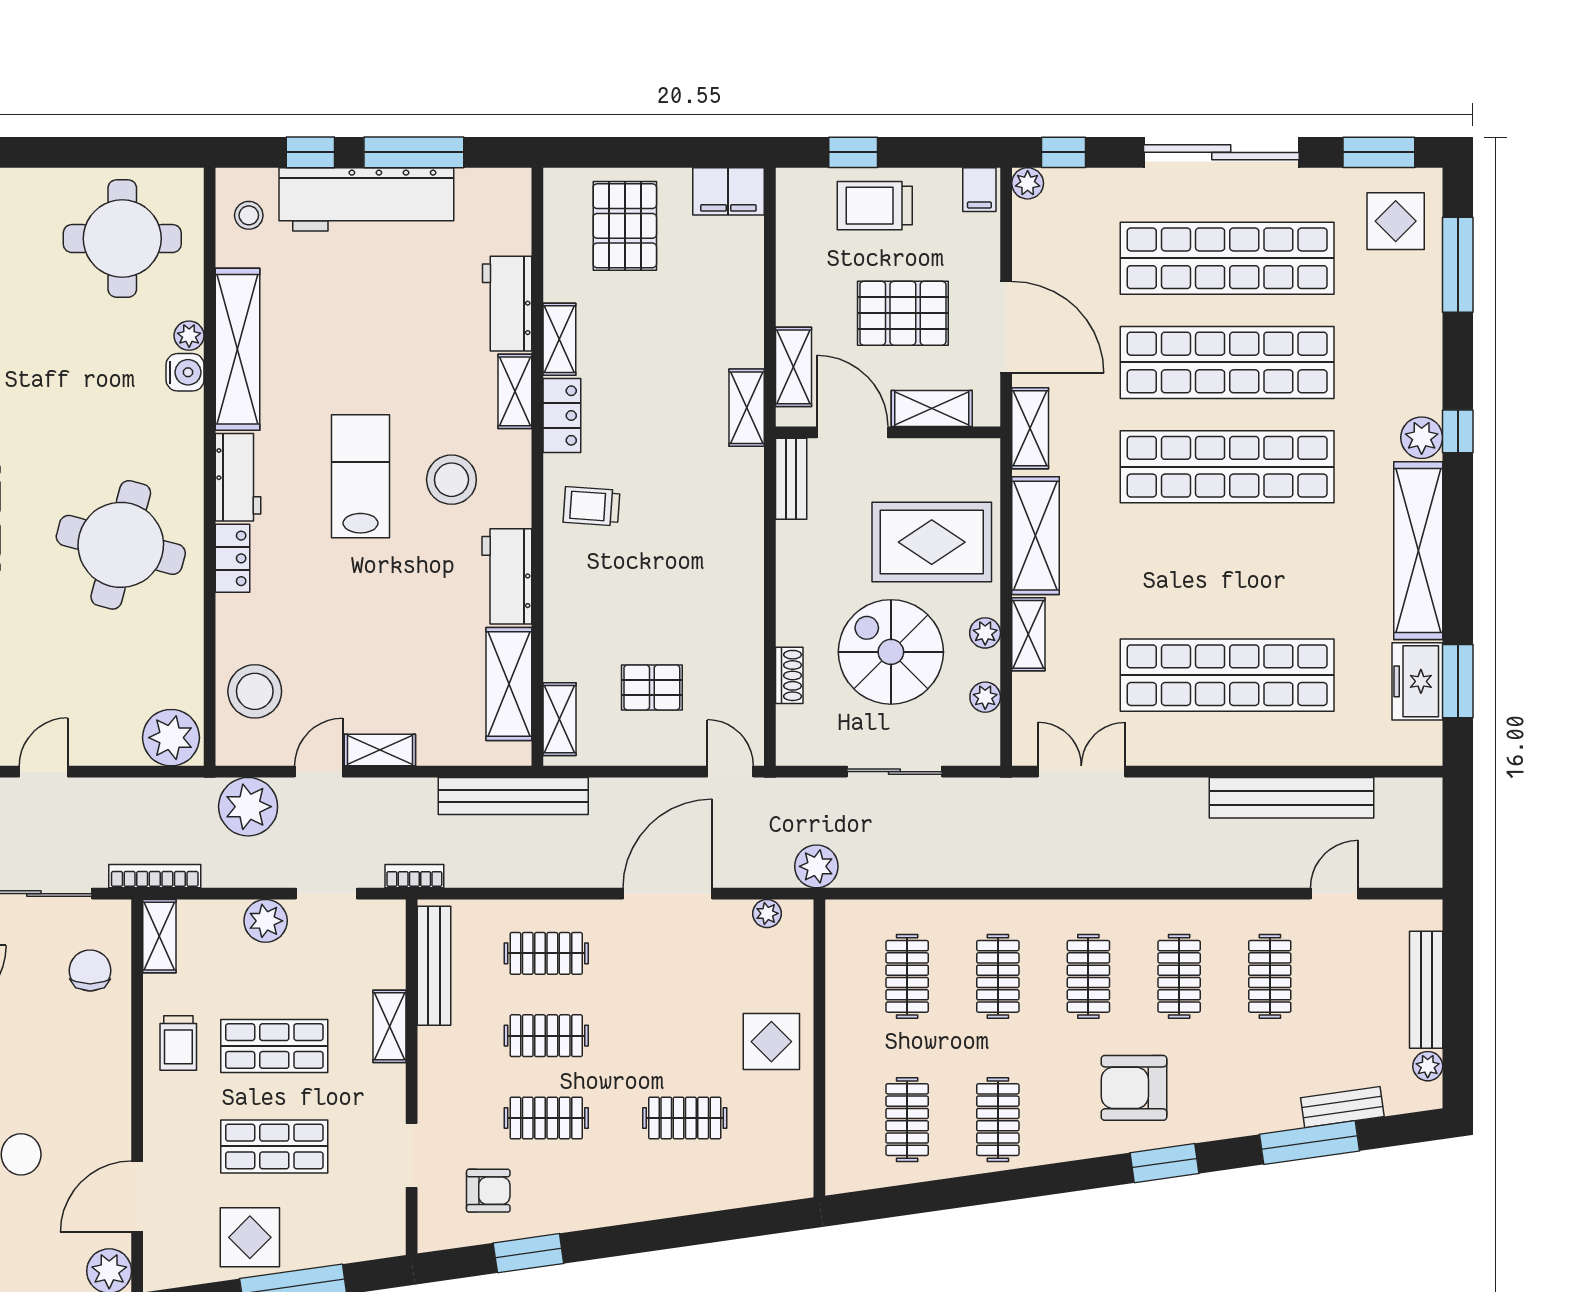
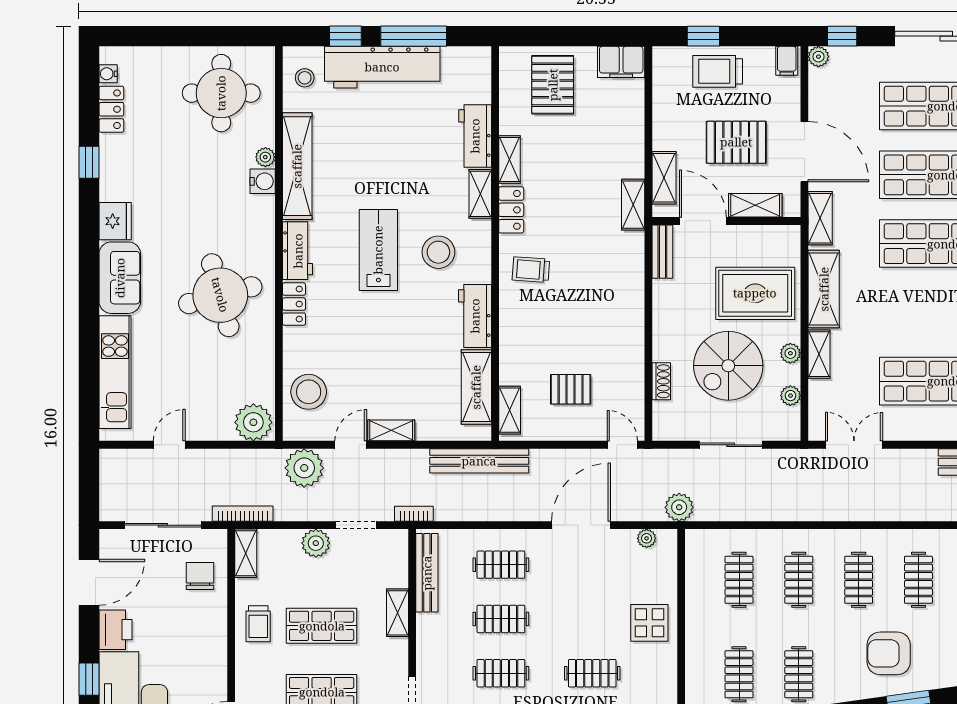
round table: (121, 545) -> (220, 295), turned -30
spiral stairs: (891, 652) -> (728, 366), turned -90

